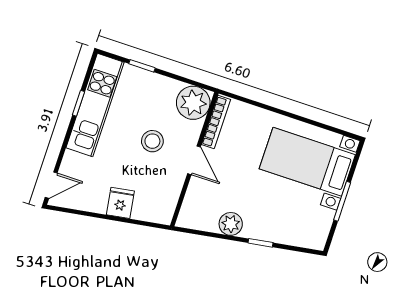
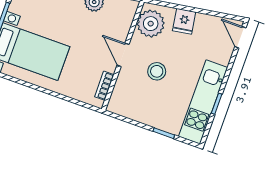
plant: (193, 103) -> (151, 24), moved
bookcase: (216, 122) -> (104, 86), width x0.64
door: (51, 185) -> (240, 37), hinge flipped

